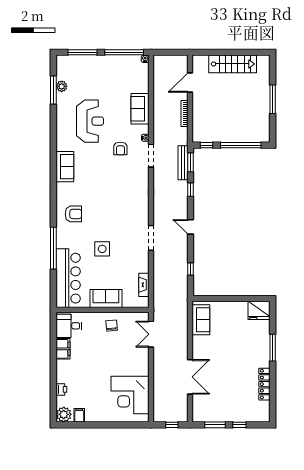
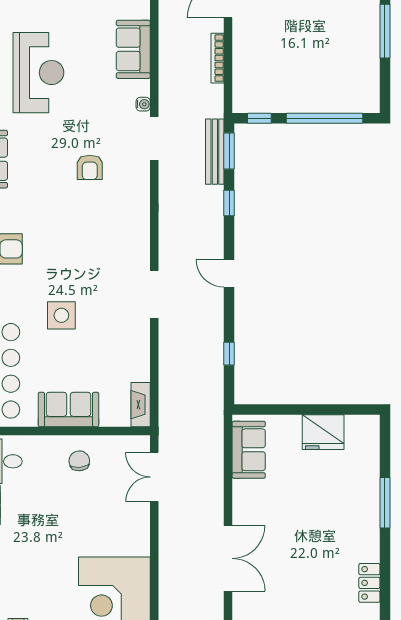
armchair: (120, 149) -> (90, 167), moved
fireplace: (144, 285) -> (141, 405), moved
fridge: (259, 310) -> (323, 432), moved
locker: (264, 384) -> (369, 583), width x0.66

